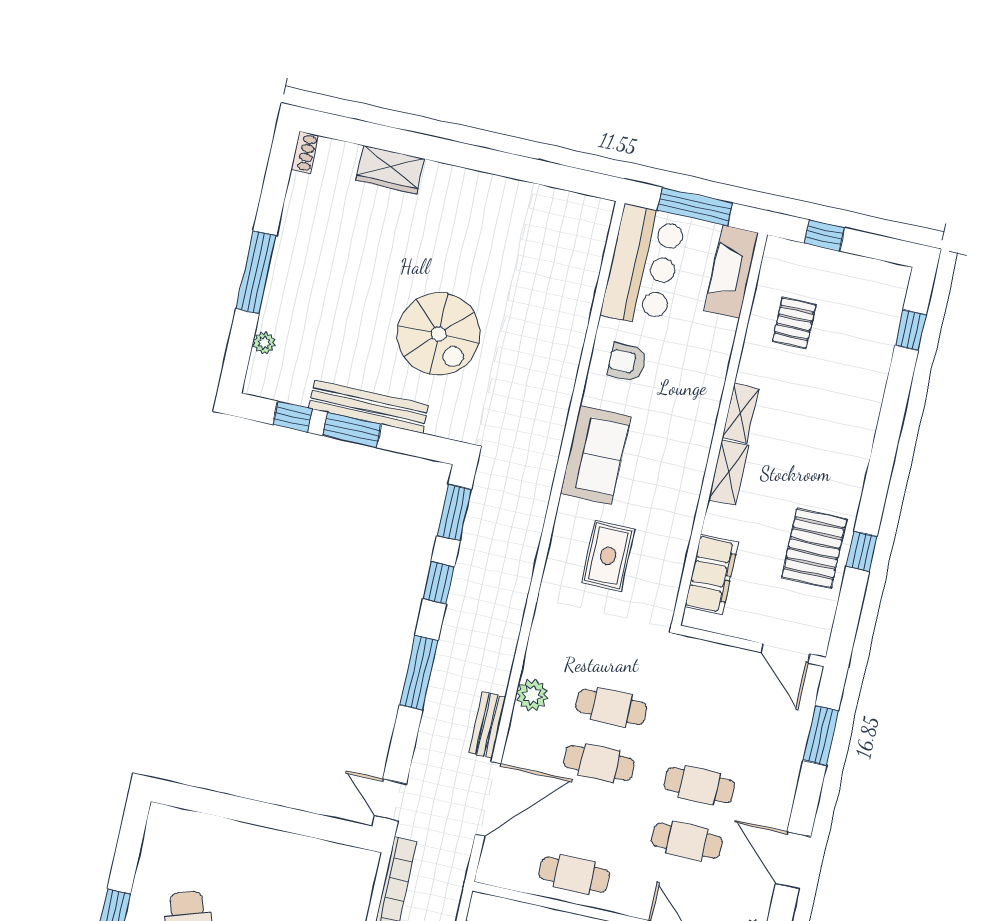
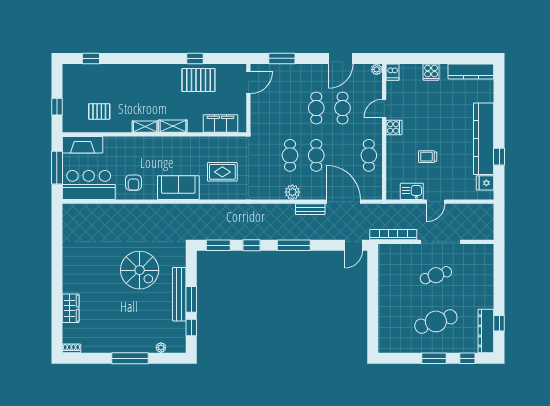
spiral stairs: (439, 334) -> (140, 270), turned 90

